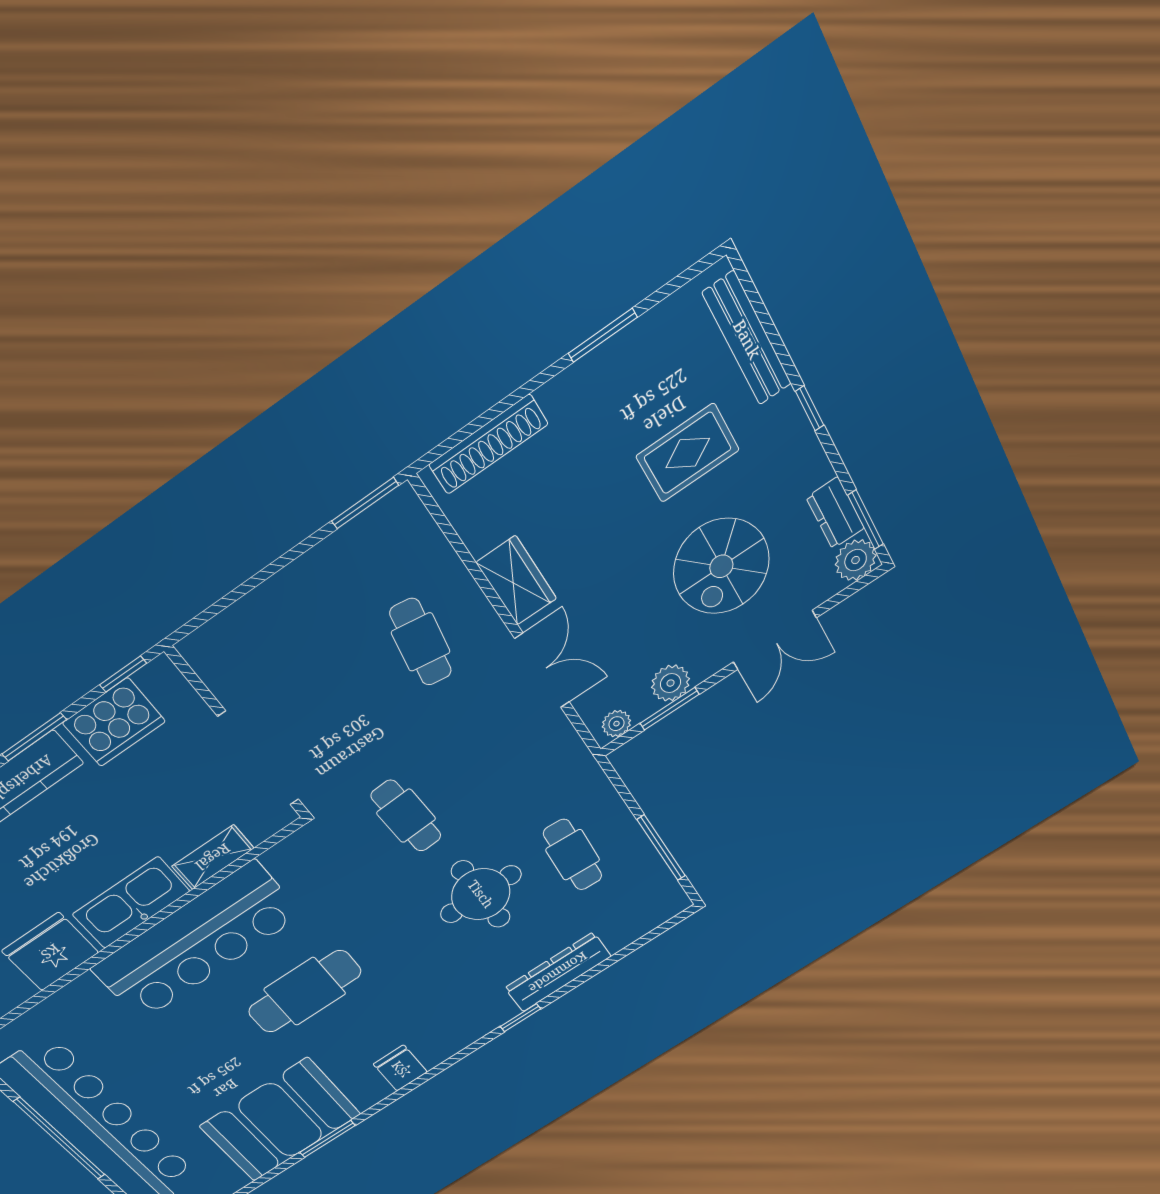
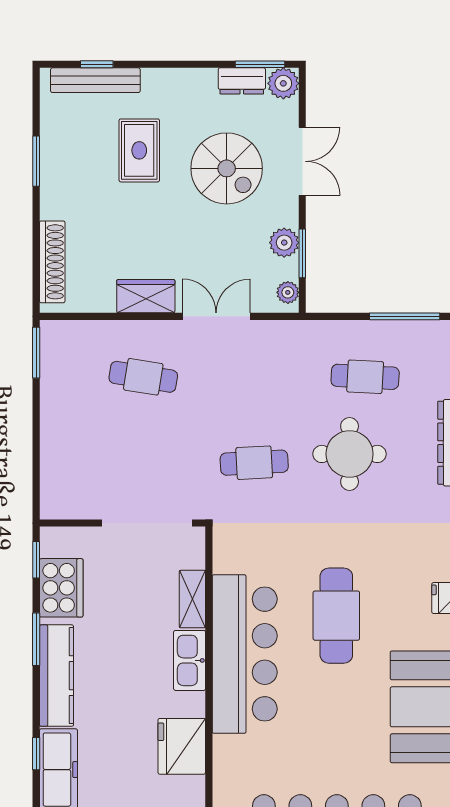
window: (810, 408) -> (97, 64), moved
kitchen sink: (131, 903) -> (190, 660), width x0.73, depth x0.81

